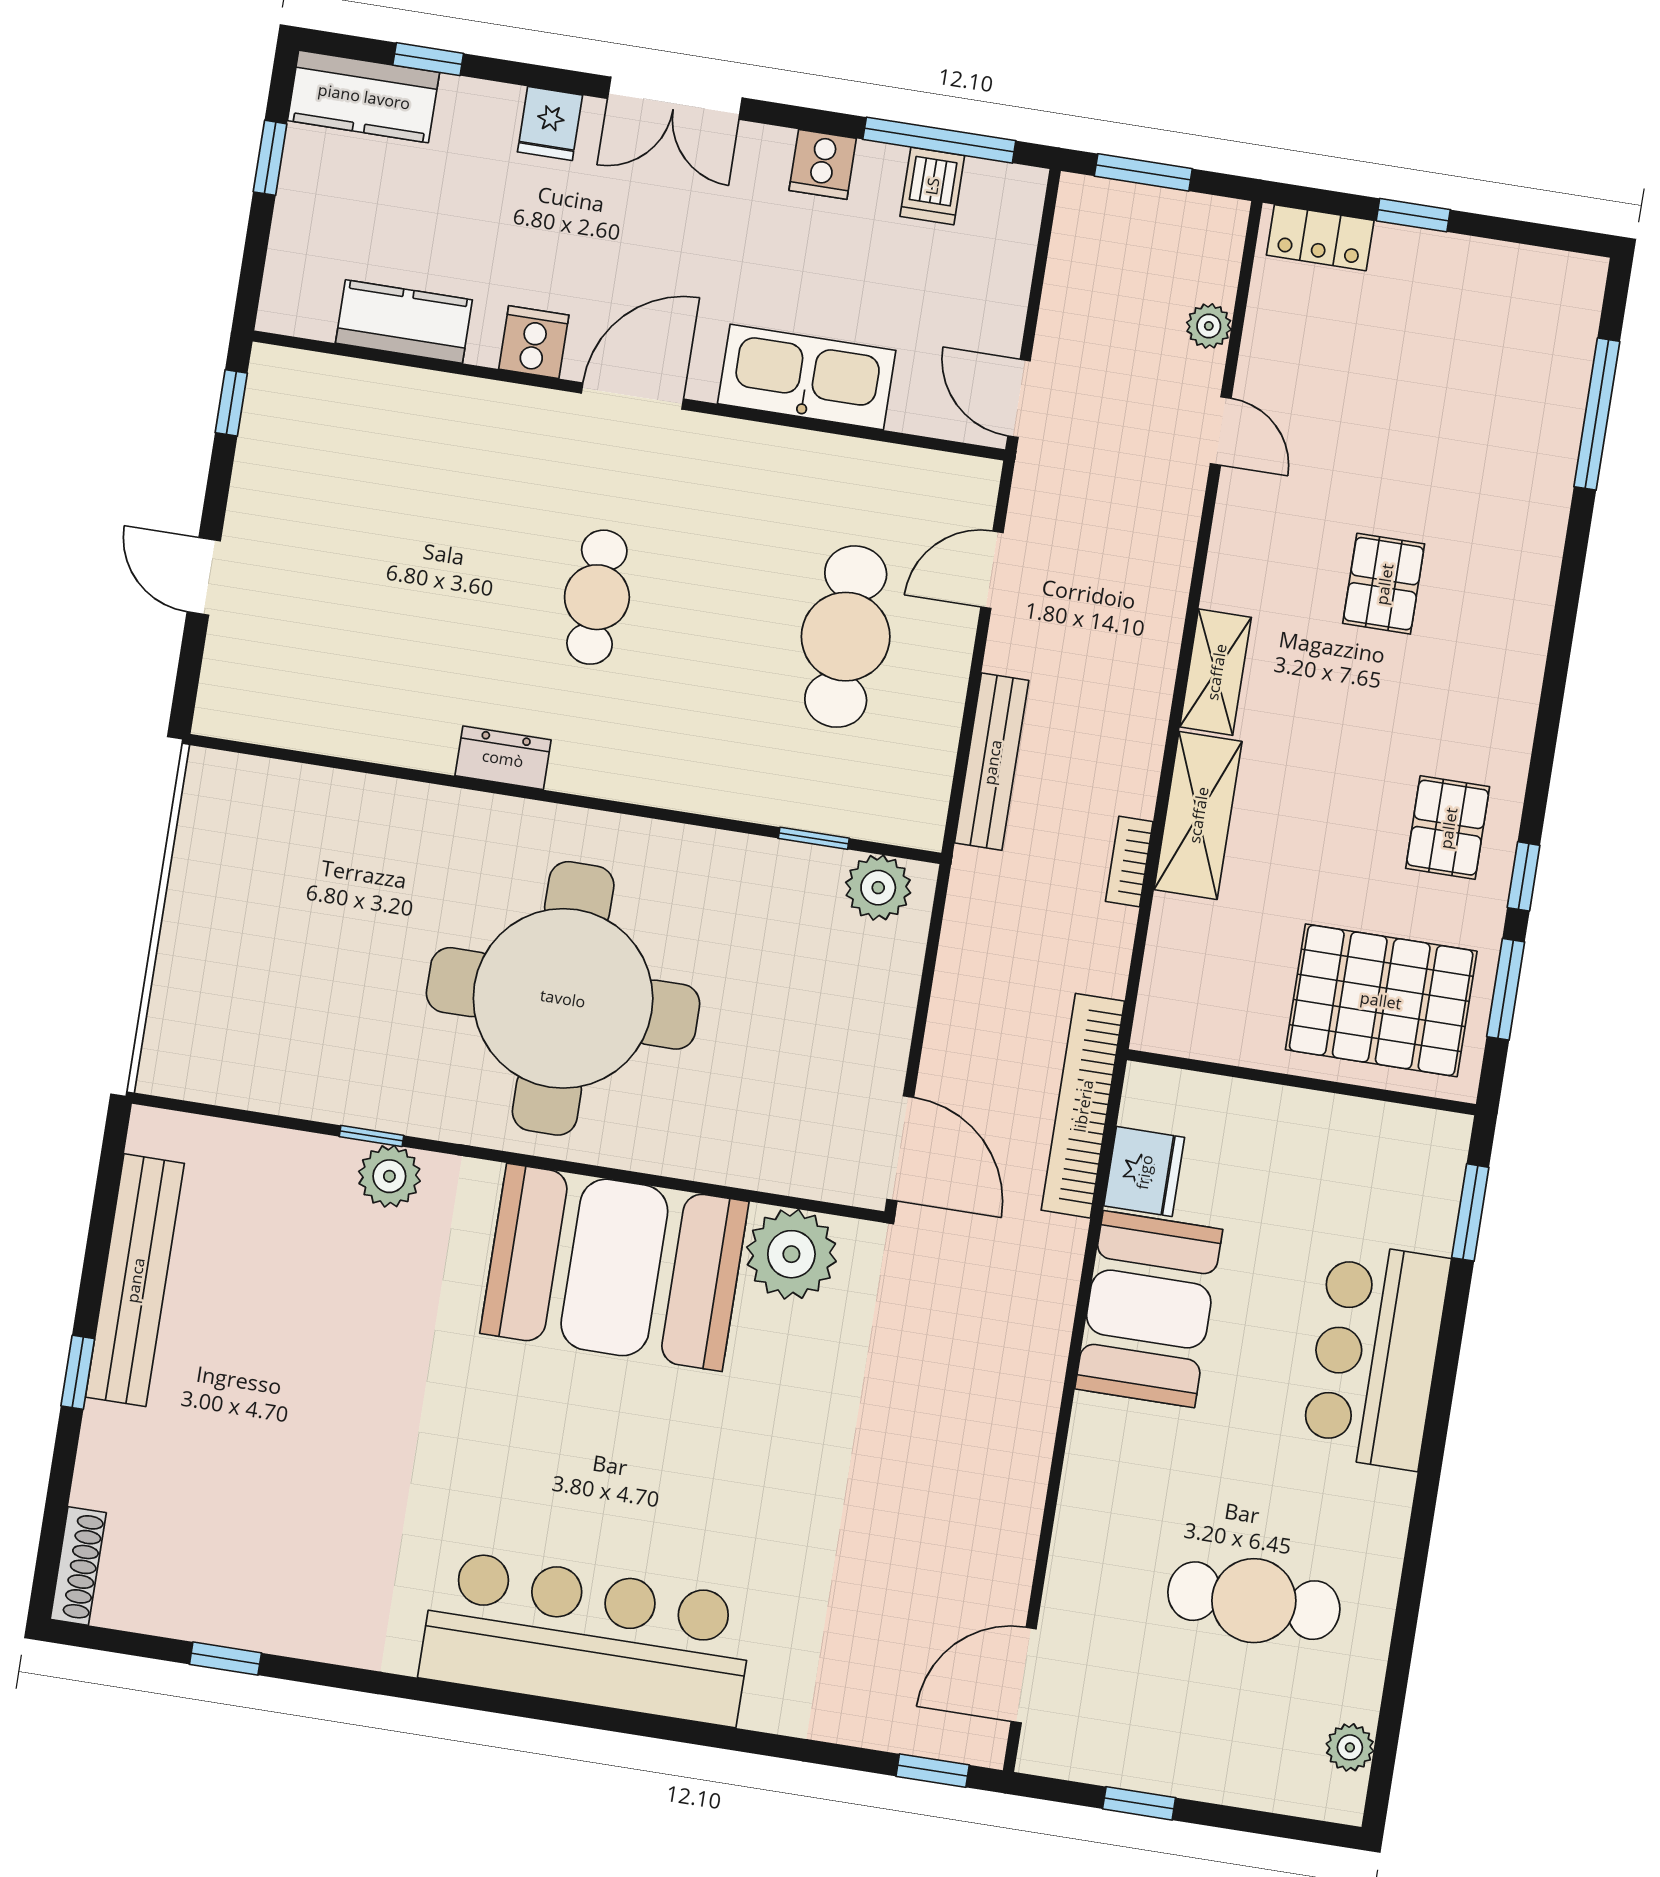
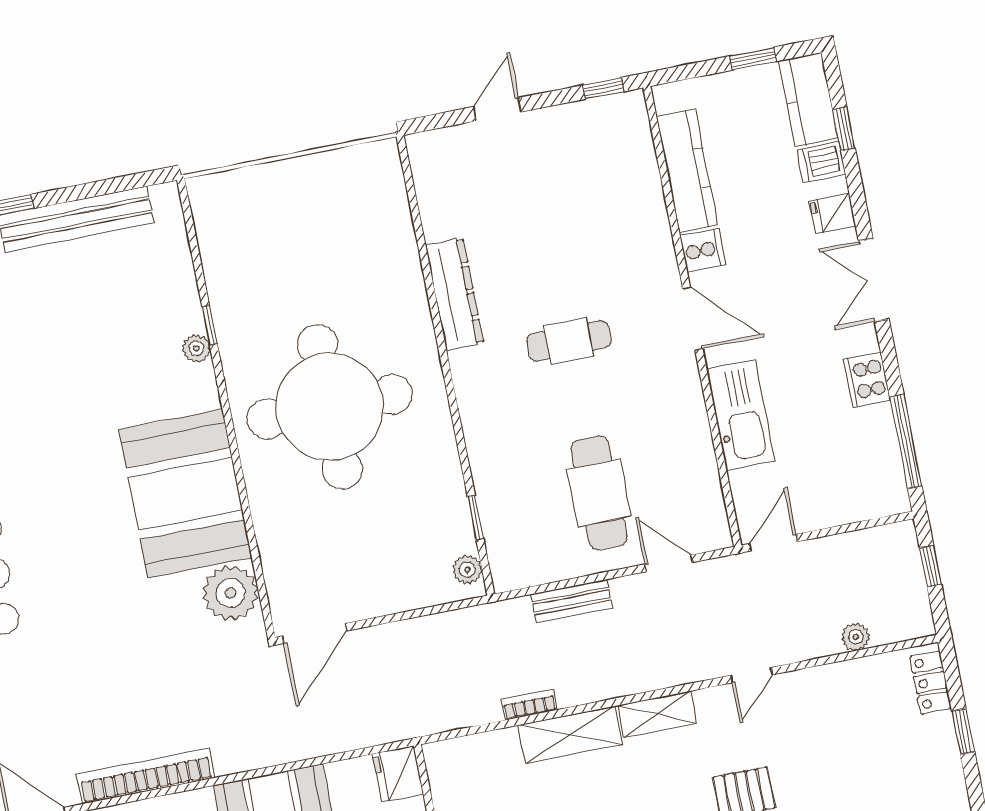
cooker: (823, 164) -> (867, 379), width x1.36
window: (1143, 172) -> (930, 566), width x0.67
dishwasher: (932, 186) -> (821, 162), moved
kitchen counter: (404, 321) -> (687, 171), width x1.50
door: (1221, 431) -> (752, 675), moved
cafe table: (846, 637) -> (599, 493), turned 90
dresser: (503, 758) -> (455, 294), width x1.96, depth x1.24
bench: (992, 762) -> (572, 601), width x0.73
plant: (878, 888) -> (467, 570), width x0.73, depth x0.73
bookcase: (1083, 1106) -> (146, 776), moved
fridge: (1144, 1172) -> (398, 774), moved, turned 90
plant: (389, 1176) -> (196, 348), width x0.73, depth x0.73

